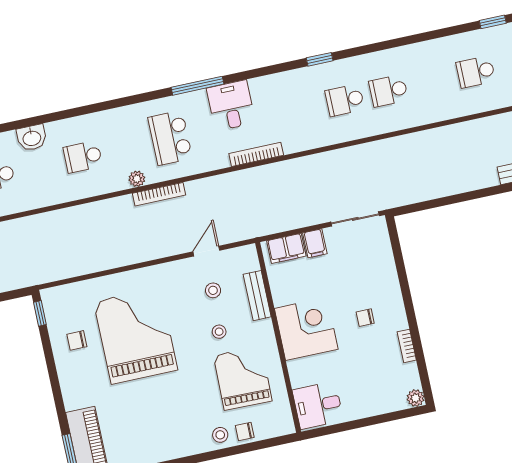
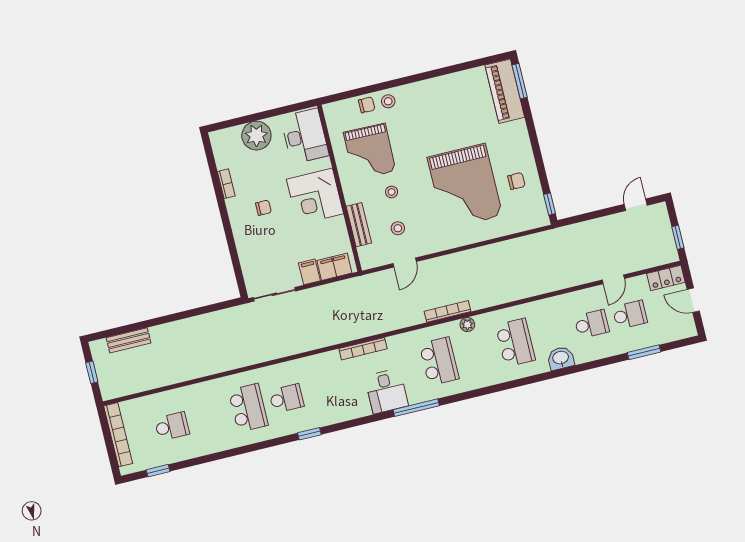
school desk: (388, 91) -> (248, 408), width x1.85
school desk: (83, 157) -> (515, 343), width x1.85
plant: (416, 398) -> (256, 136), moved, width x1.88, depth x1.88
desk: (318, 405) -> (305, 136), width x1.37

